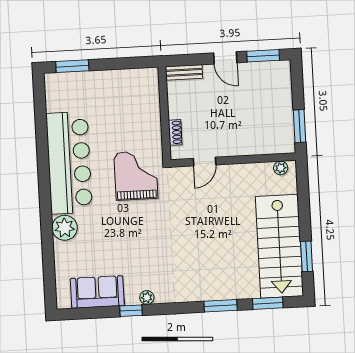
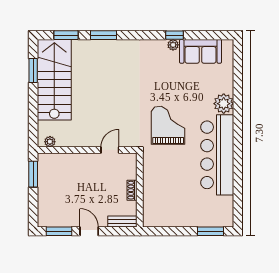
shoe rack: (175, 132) -> (132, 190), moved
grand piano: (136, 175) -> (168, 125), moved, turned 180
plant: (147, 297) -> (173, 45), moved

